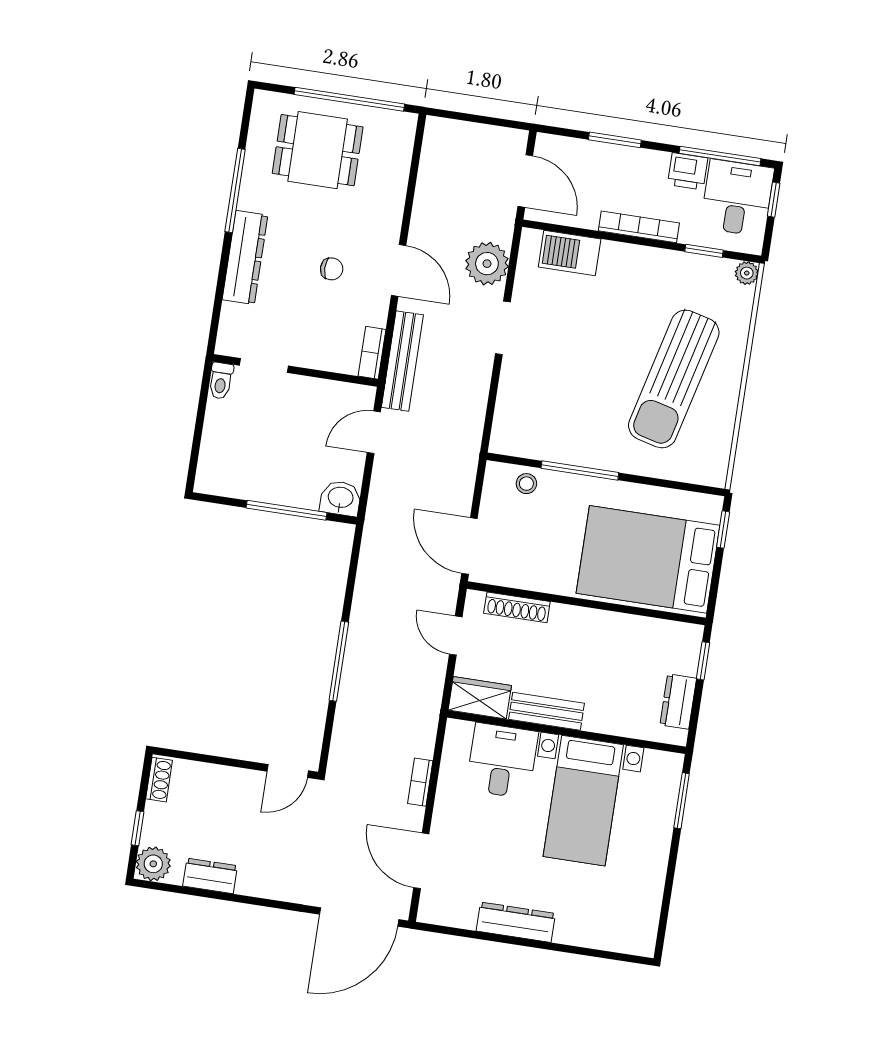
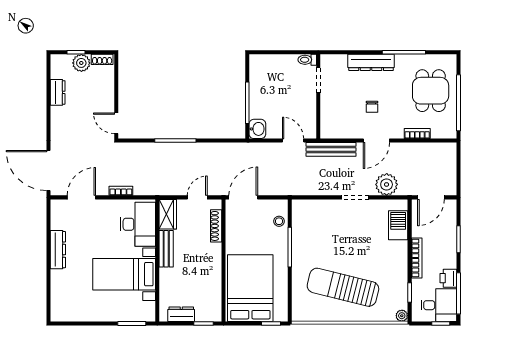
bookcase: (372, 353) -> (417, 134), moved
desk: (502, 761) -> (138, 224), width x1.37
plant: (153, 864) -> (81, 63), moved

